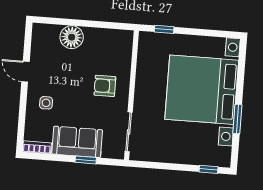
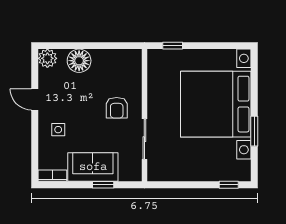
plant: (41, 32) -> (47, 58), added
armchair: (105, 86) -> (117, 108), turned -90
sliding door: (129, 132) -> (144, 139), moved

